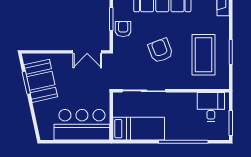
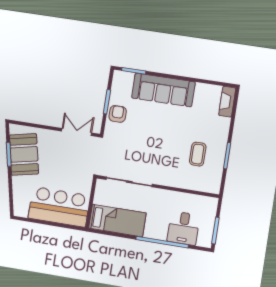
armchair: (160, 50) -> (153, 142), removed
double door: (87, 52) -> (77, 132), swing flipped
coffee table: (203, 55) -> (198, 154), width x0.54, depth x0.58
desk: (211, 107) -> (183, 228), moved, turned 180

